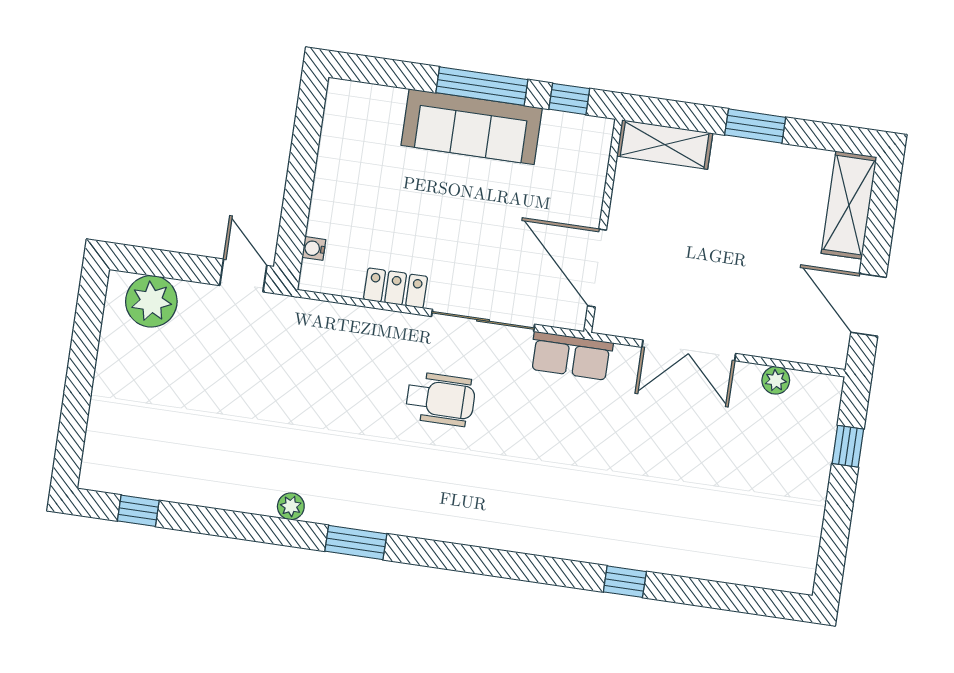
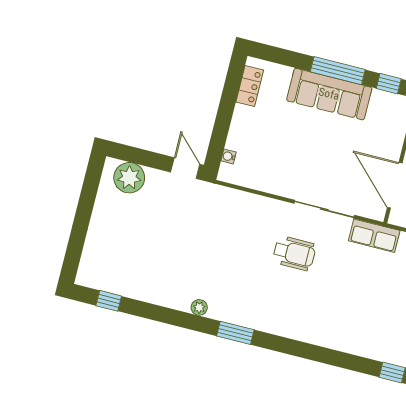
locker: (396, 288) -> (250, 86), moved, turned 90

